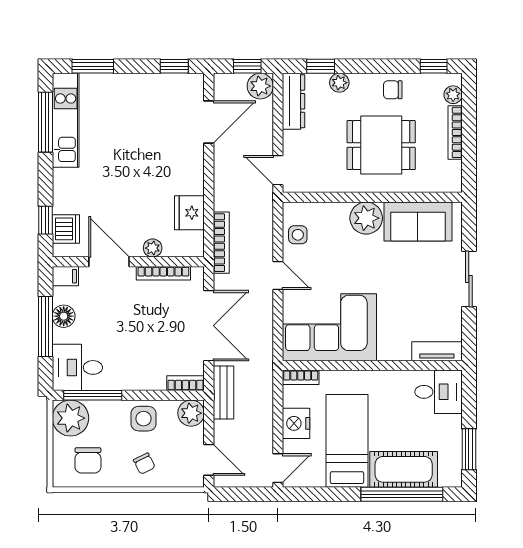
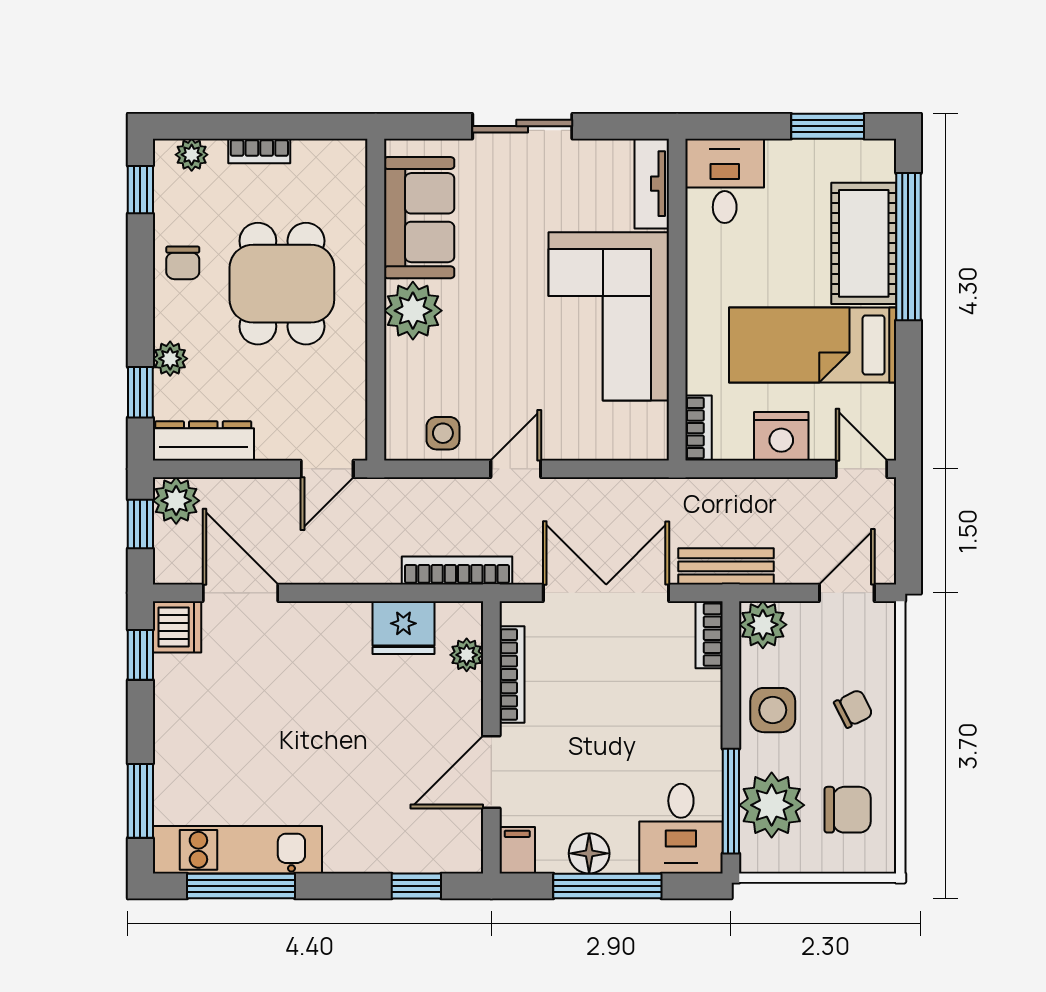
bookcase: (455, 132) -> (259, 151), width x0.64
dishwasher: (66, 229) -> (177, 627), moved, turned 90
plant: (153, 248) -> (467, 655), moved
corner sofa: (329, 327) -> (609, 316), moved
plant: (70, 418) -> (772, 805), moved

